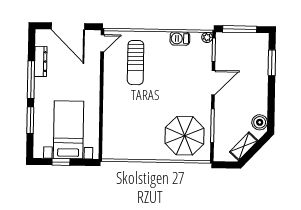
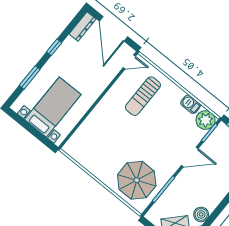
plant: (207, 37) -> (206, 120), width x1.87, depth x1.87
dresser: (41, 61) -> (82, 27), moved
window: (31, 80) -> (54, 47), width x0.46
window: (61, 162) -> (28, 127), removed

